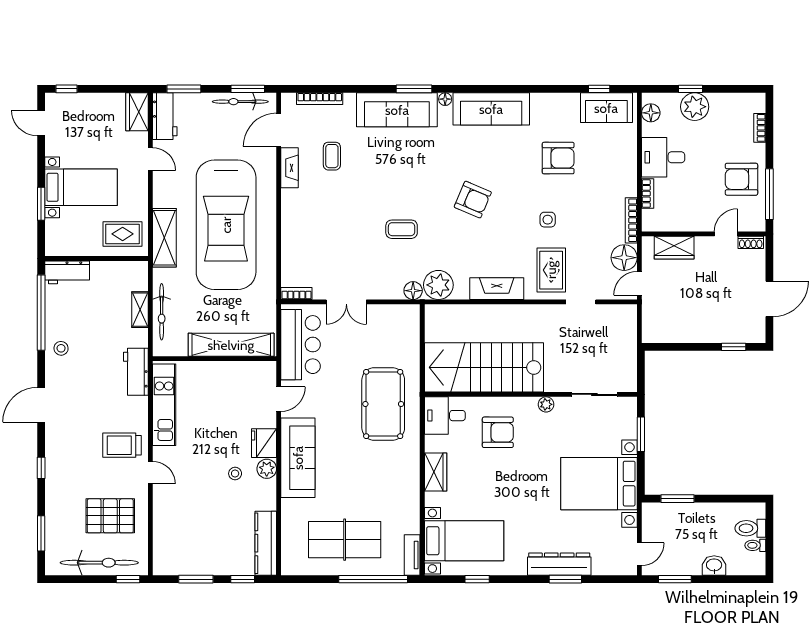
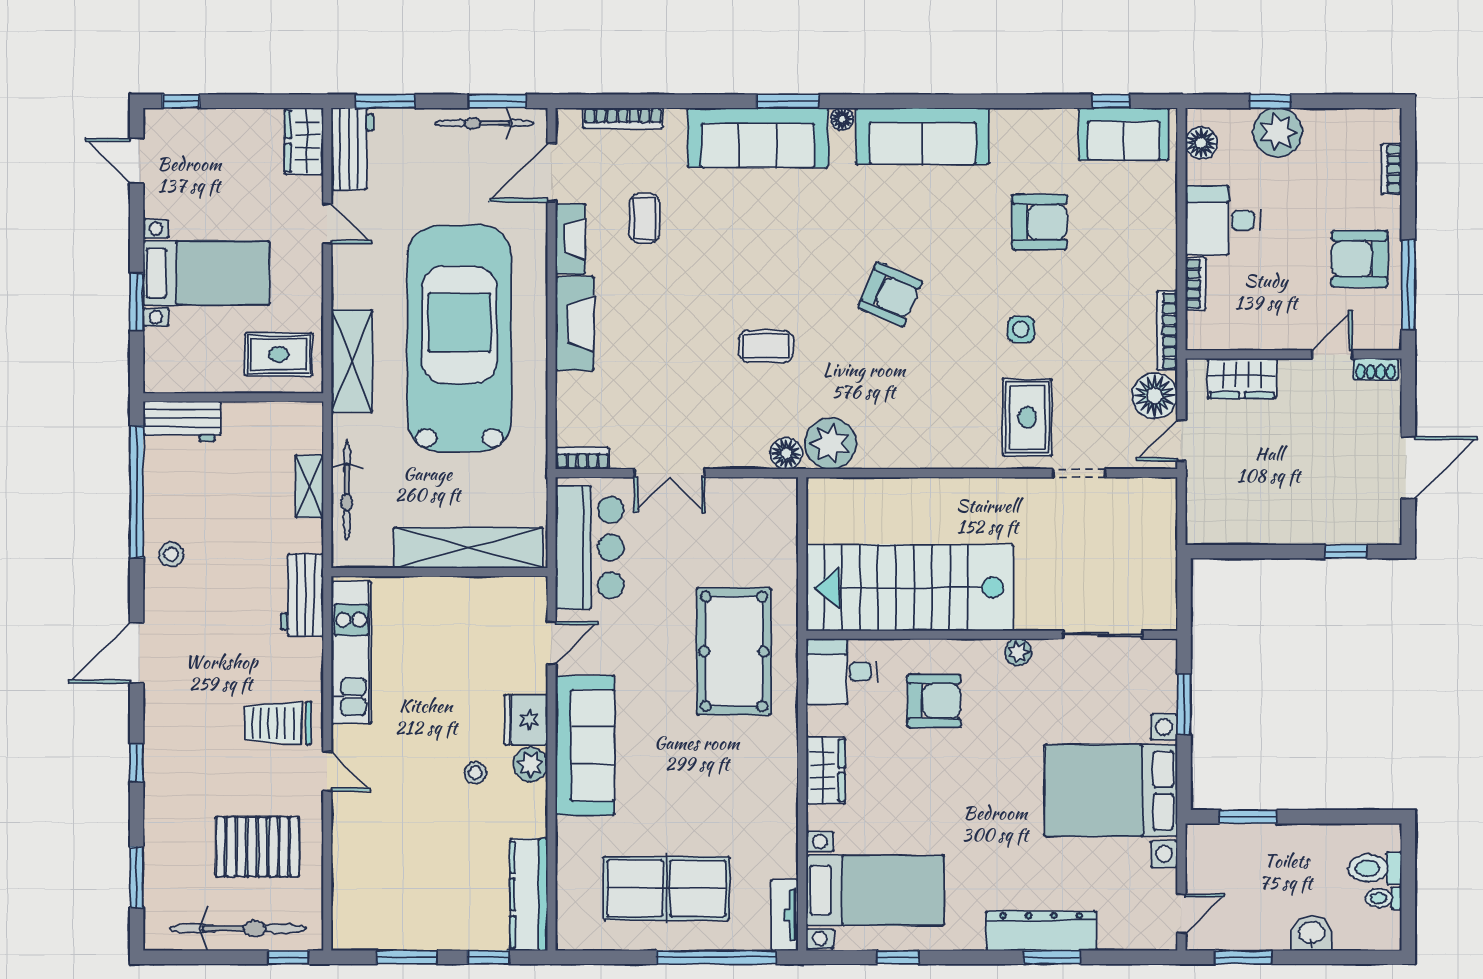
car: (226, 225) -> (459, 338), turned 180
fireplace: (497, 289) -> (575, 323), moved, turned 90

